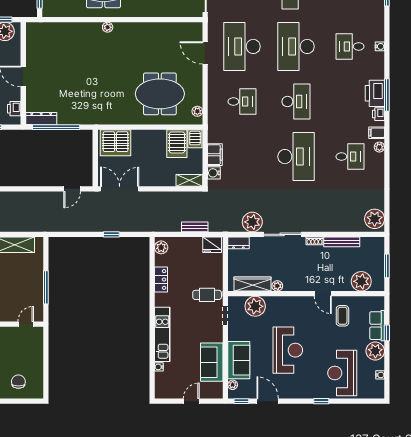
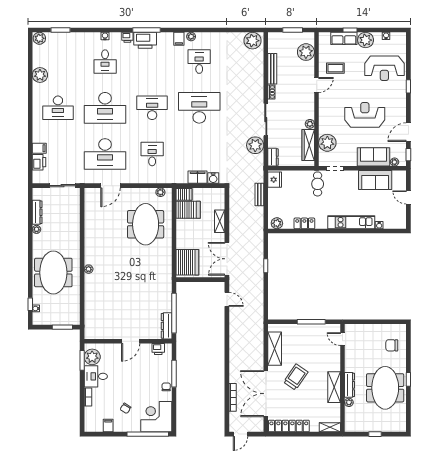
printer: (378, 114) -> (127, 37), moved
shelving: (189, 180) -> (220, 221), moved

